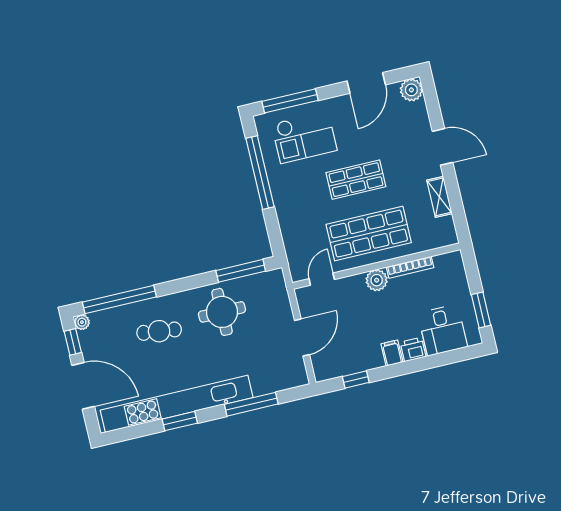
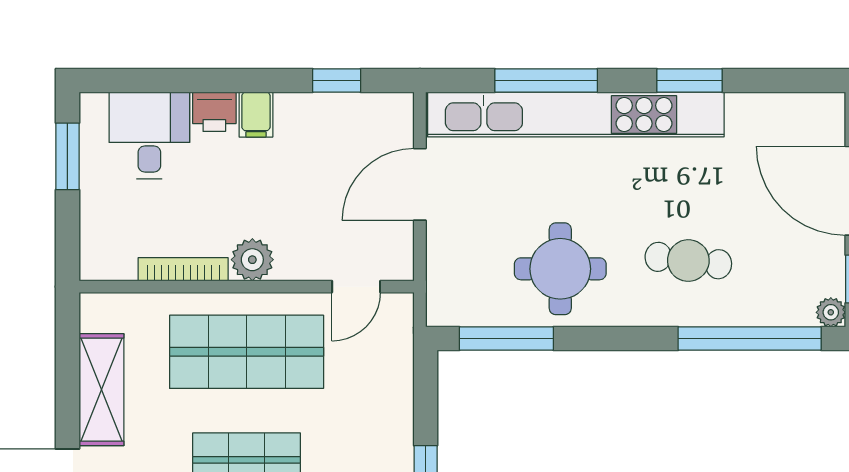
shelving: (439, 197) -> (101, 390), width x1.50, depth x1.33
kitchen unit: (177, 404) -> (576, 115), moved

